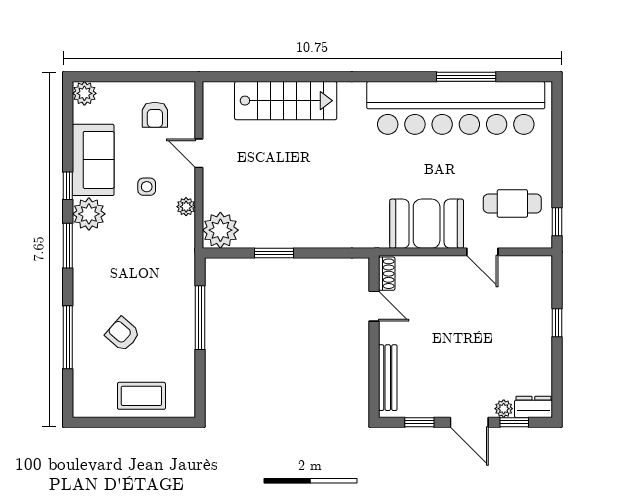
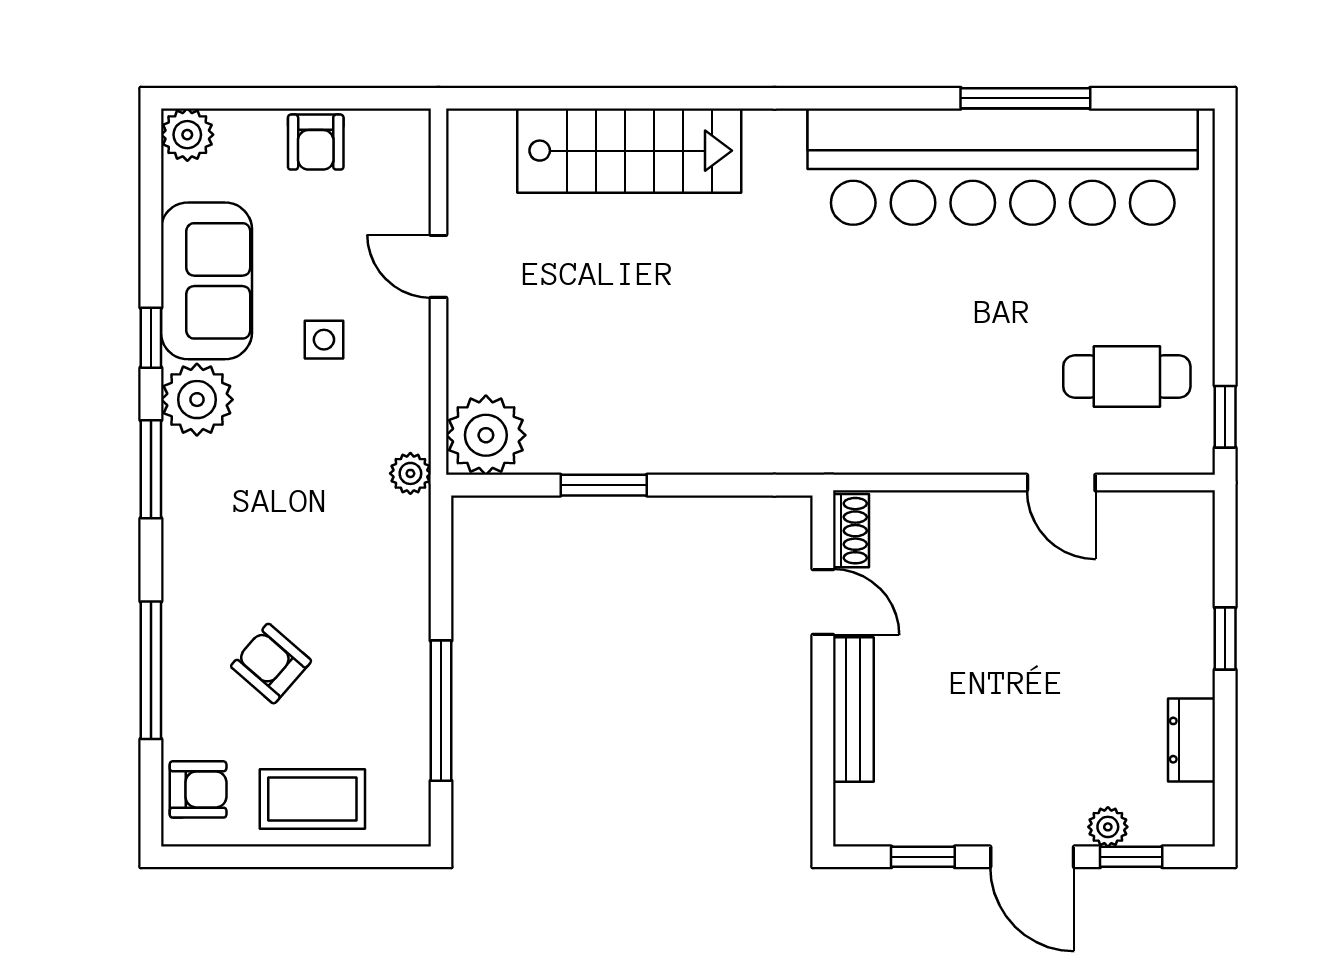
armchair: (155, 115) -> (316, 142), moved
plant: (186, 207) -> (410, 473), moved
booth: (427, 224) -> (939, 421), removed
window: (200, 318) -> (441, 711), moved
bench: (388, 378) -> (853, 710), moved
armchair: (89, 392) -> (198, 789), added
dresser: (533, 407) -> (1191, 740), moved, turned -90

